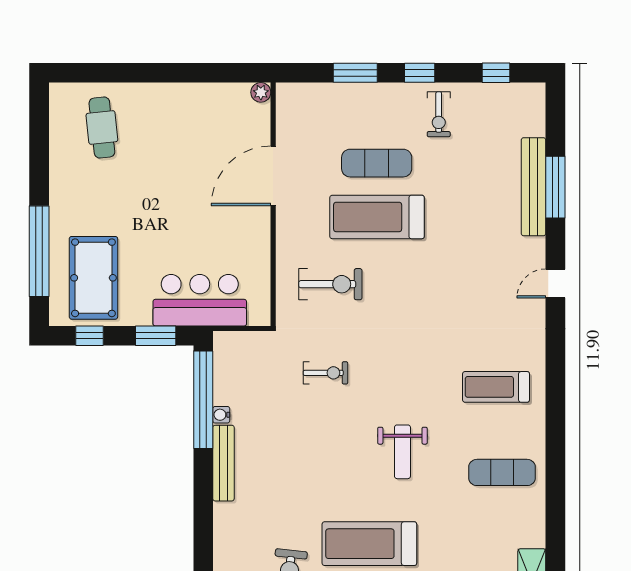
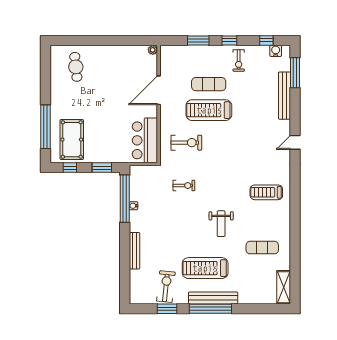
water cooler: (515, 94) -> (276, 51), added
window: (555, 187) -> (295, 73), moved
bar counter: (200, 300) -> (145, 140), moved, turned -90
bench: (223, 463) -> (135, 251), moved
exercise mat: (502, 472) -> (262, 248), moved

